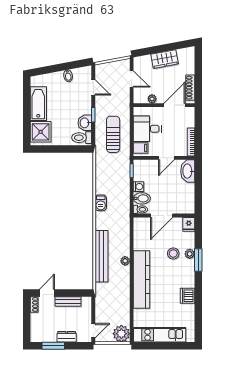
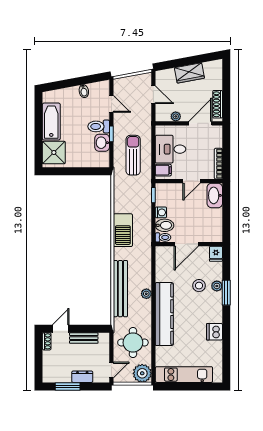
toilet: (82, 138) -> (99, 126), moved
barbecue: (101, 203) -> (123, 230), width x1.88, depth x1.53
round table: (113, 305) -> (133, 343), added

